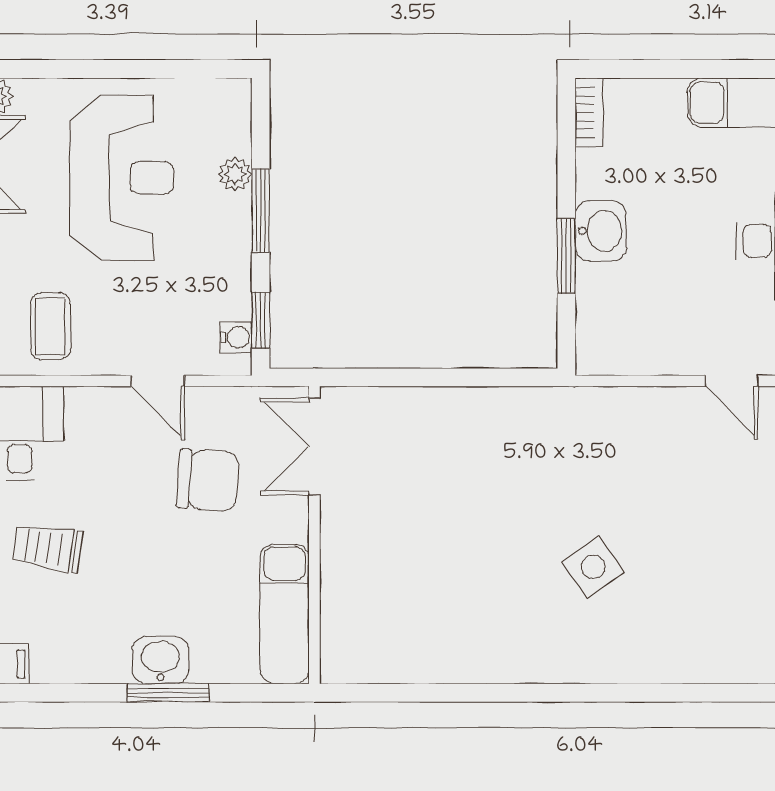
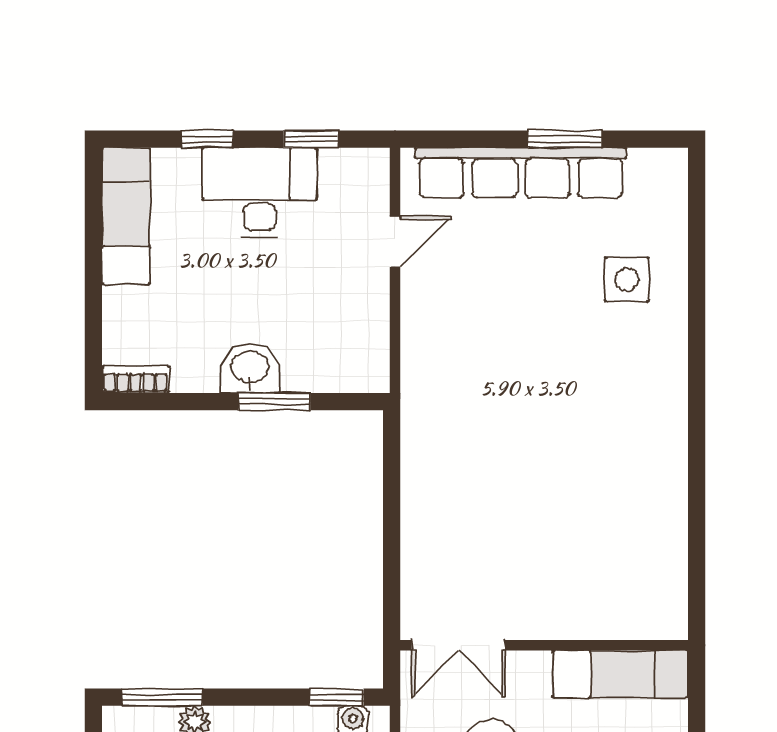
window: (261, 211) -> (162, 697), moved
side table: (593, 567) -> (627, 280), moved, turned 35

